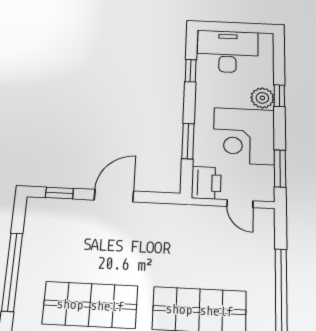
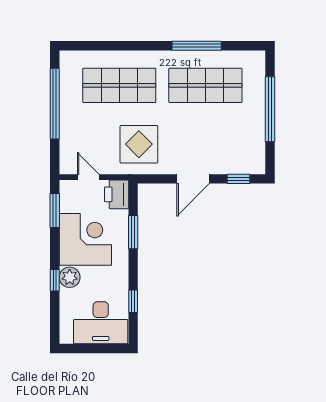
display table: (177, 238) -> (139, 144), added

